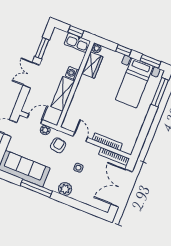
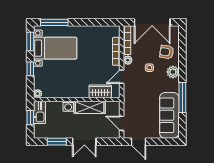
wardrobe: (92, 65) -> (100, 91), moved
plant: (45, 130) -> (128, 60), moved
armchair: (58, 145) -> (167, 52), moved

